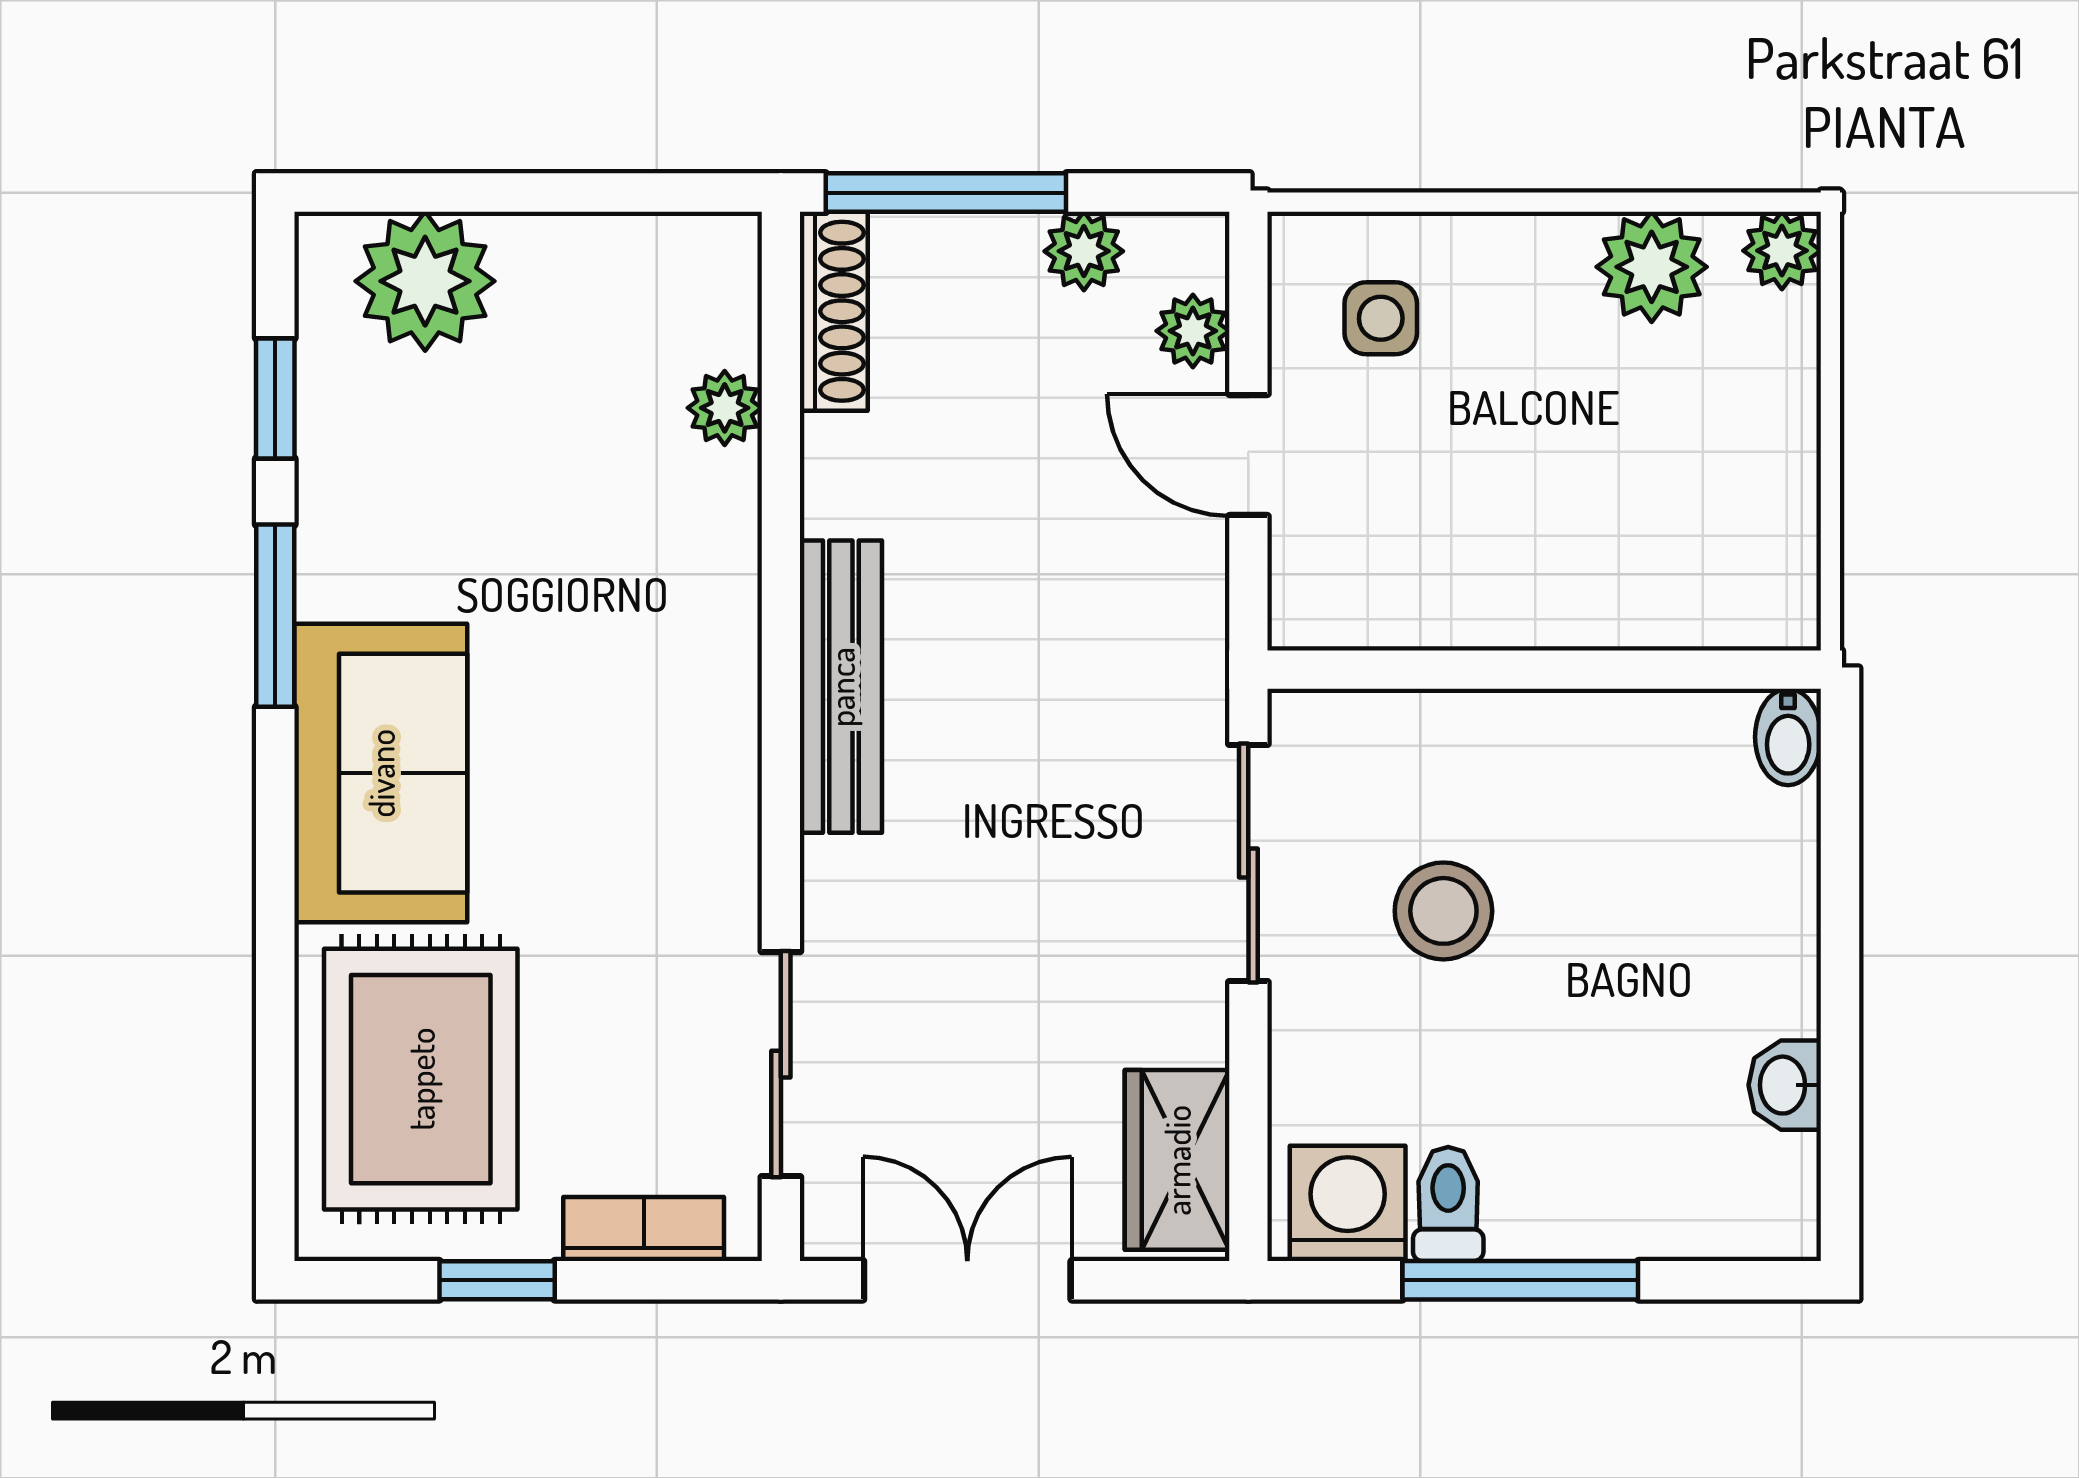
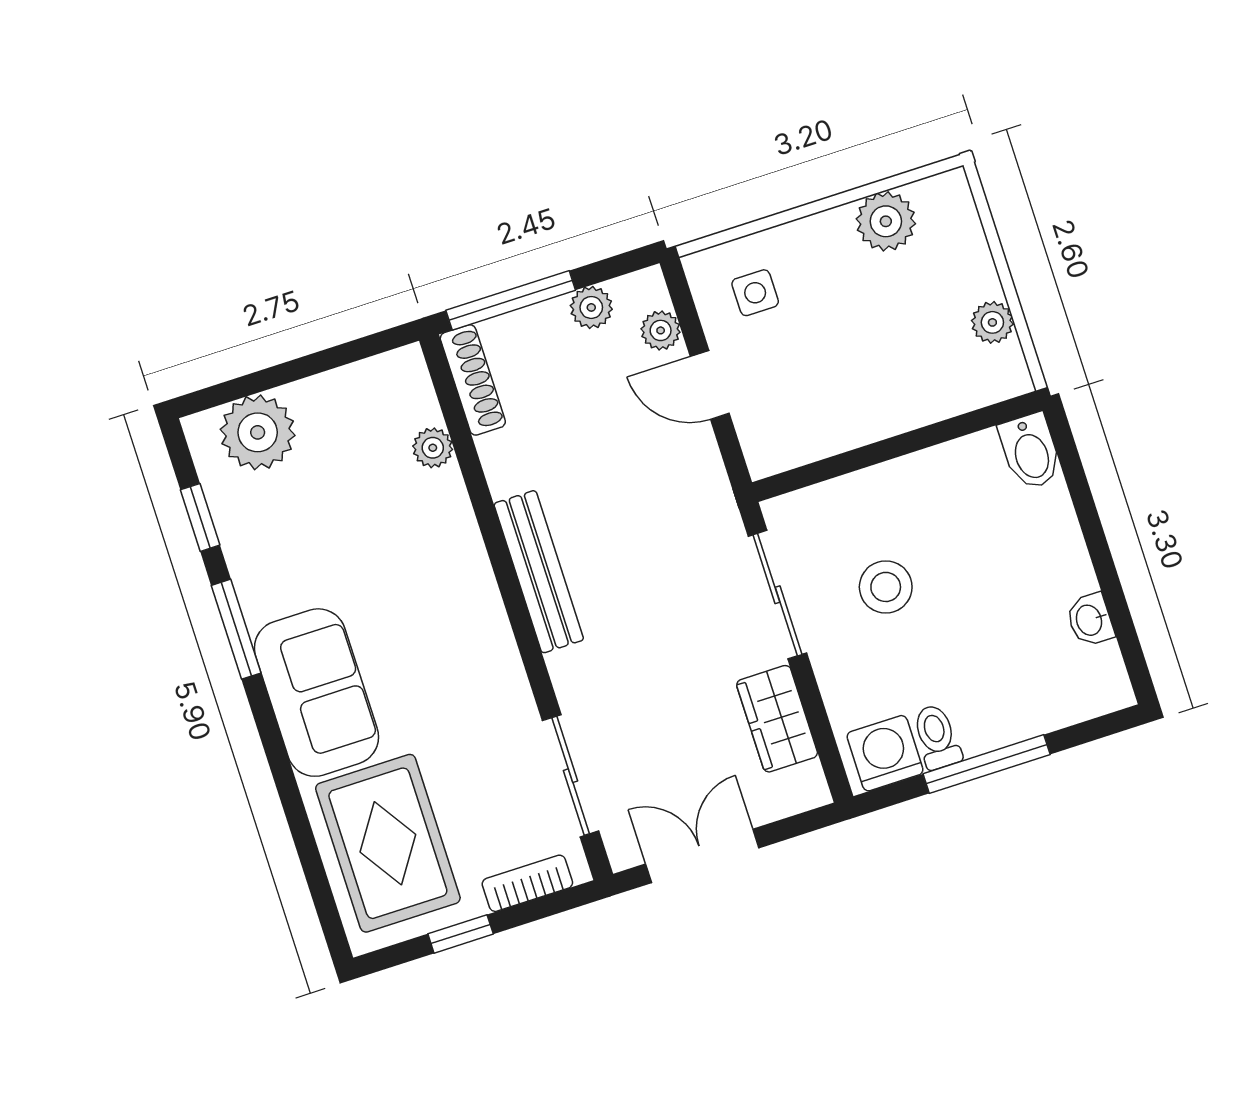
plant: (1782, 251) -> (992, 322), moved
bidet: (1788, 737) -> (1030, 451), width x1.38, depth x1.36
wardrobe: (1177, 1160) -> (777, 719), moved

